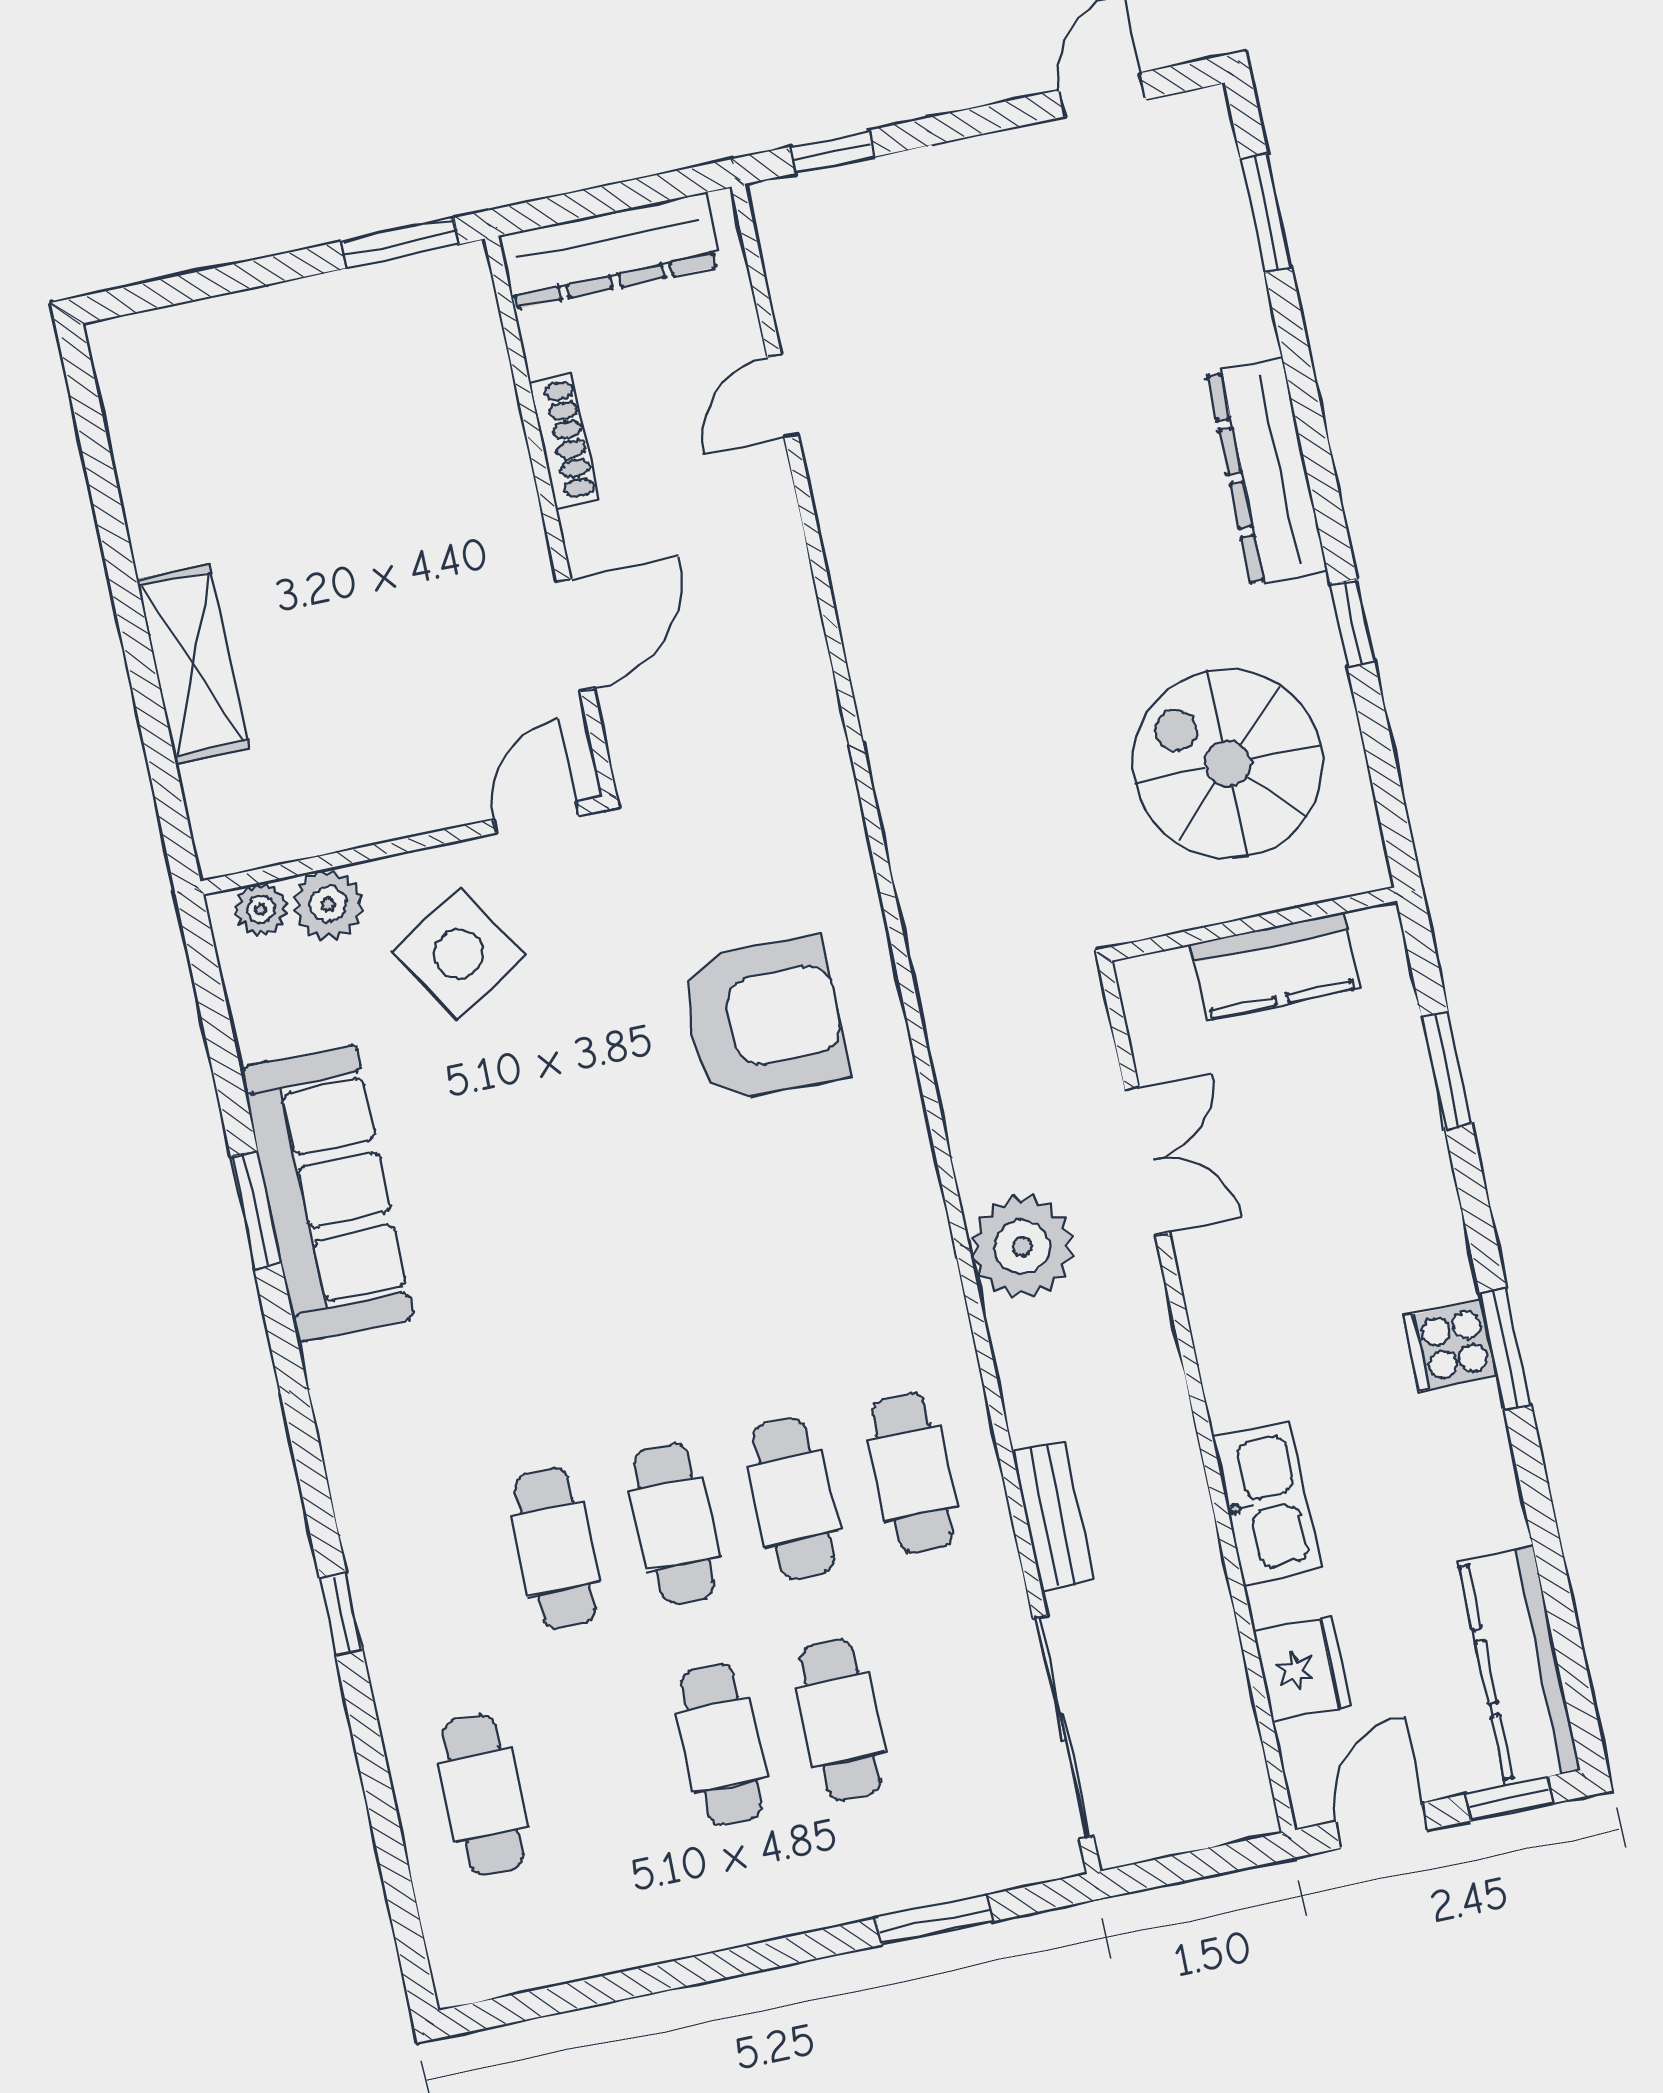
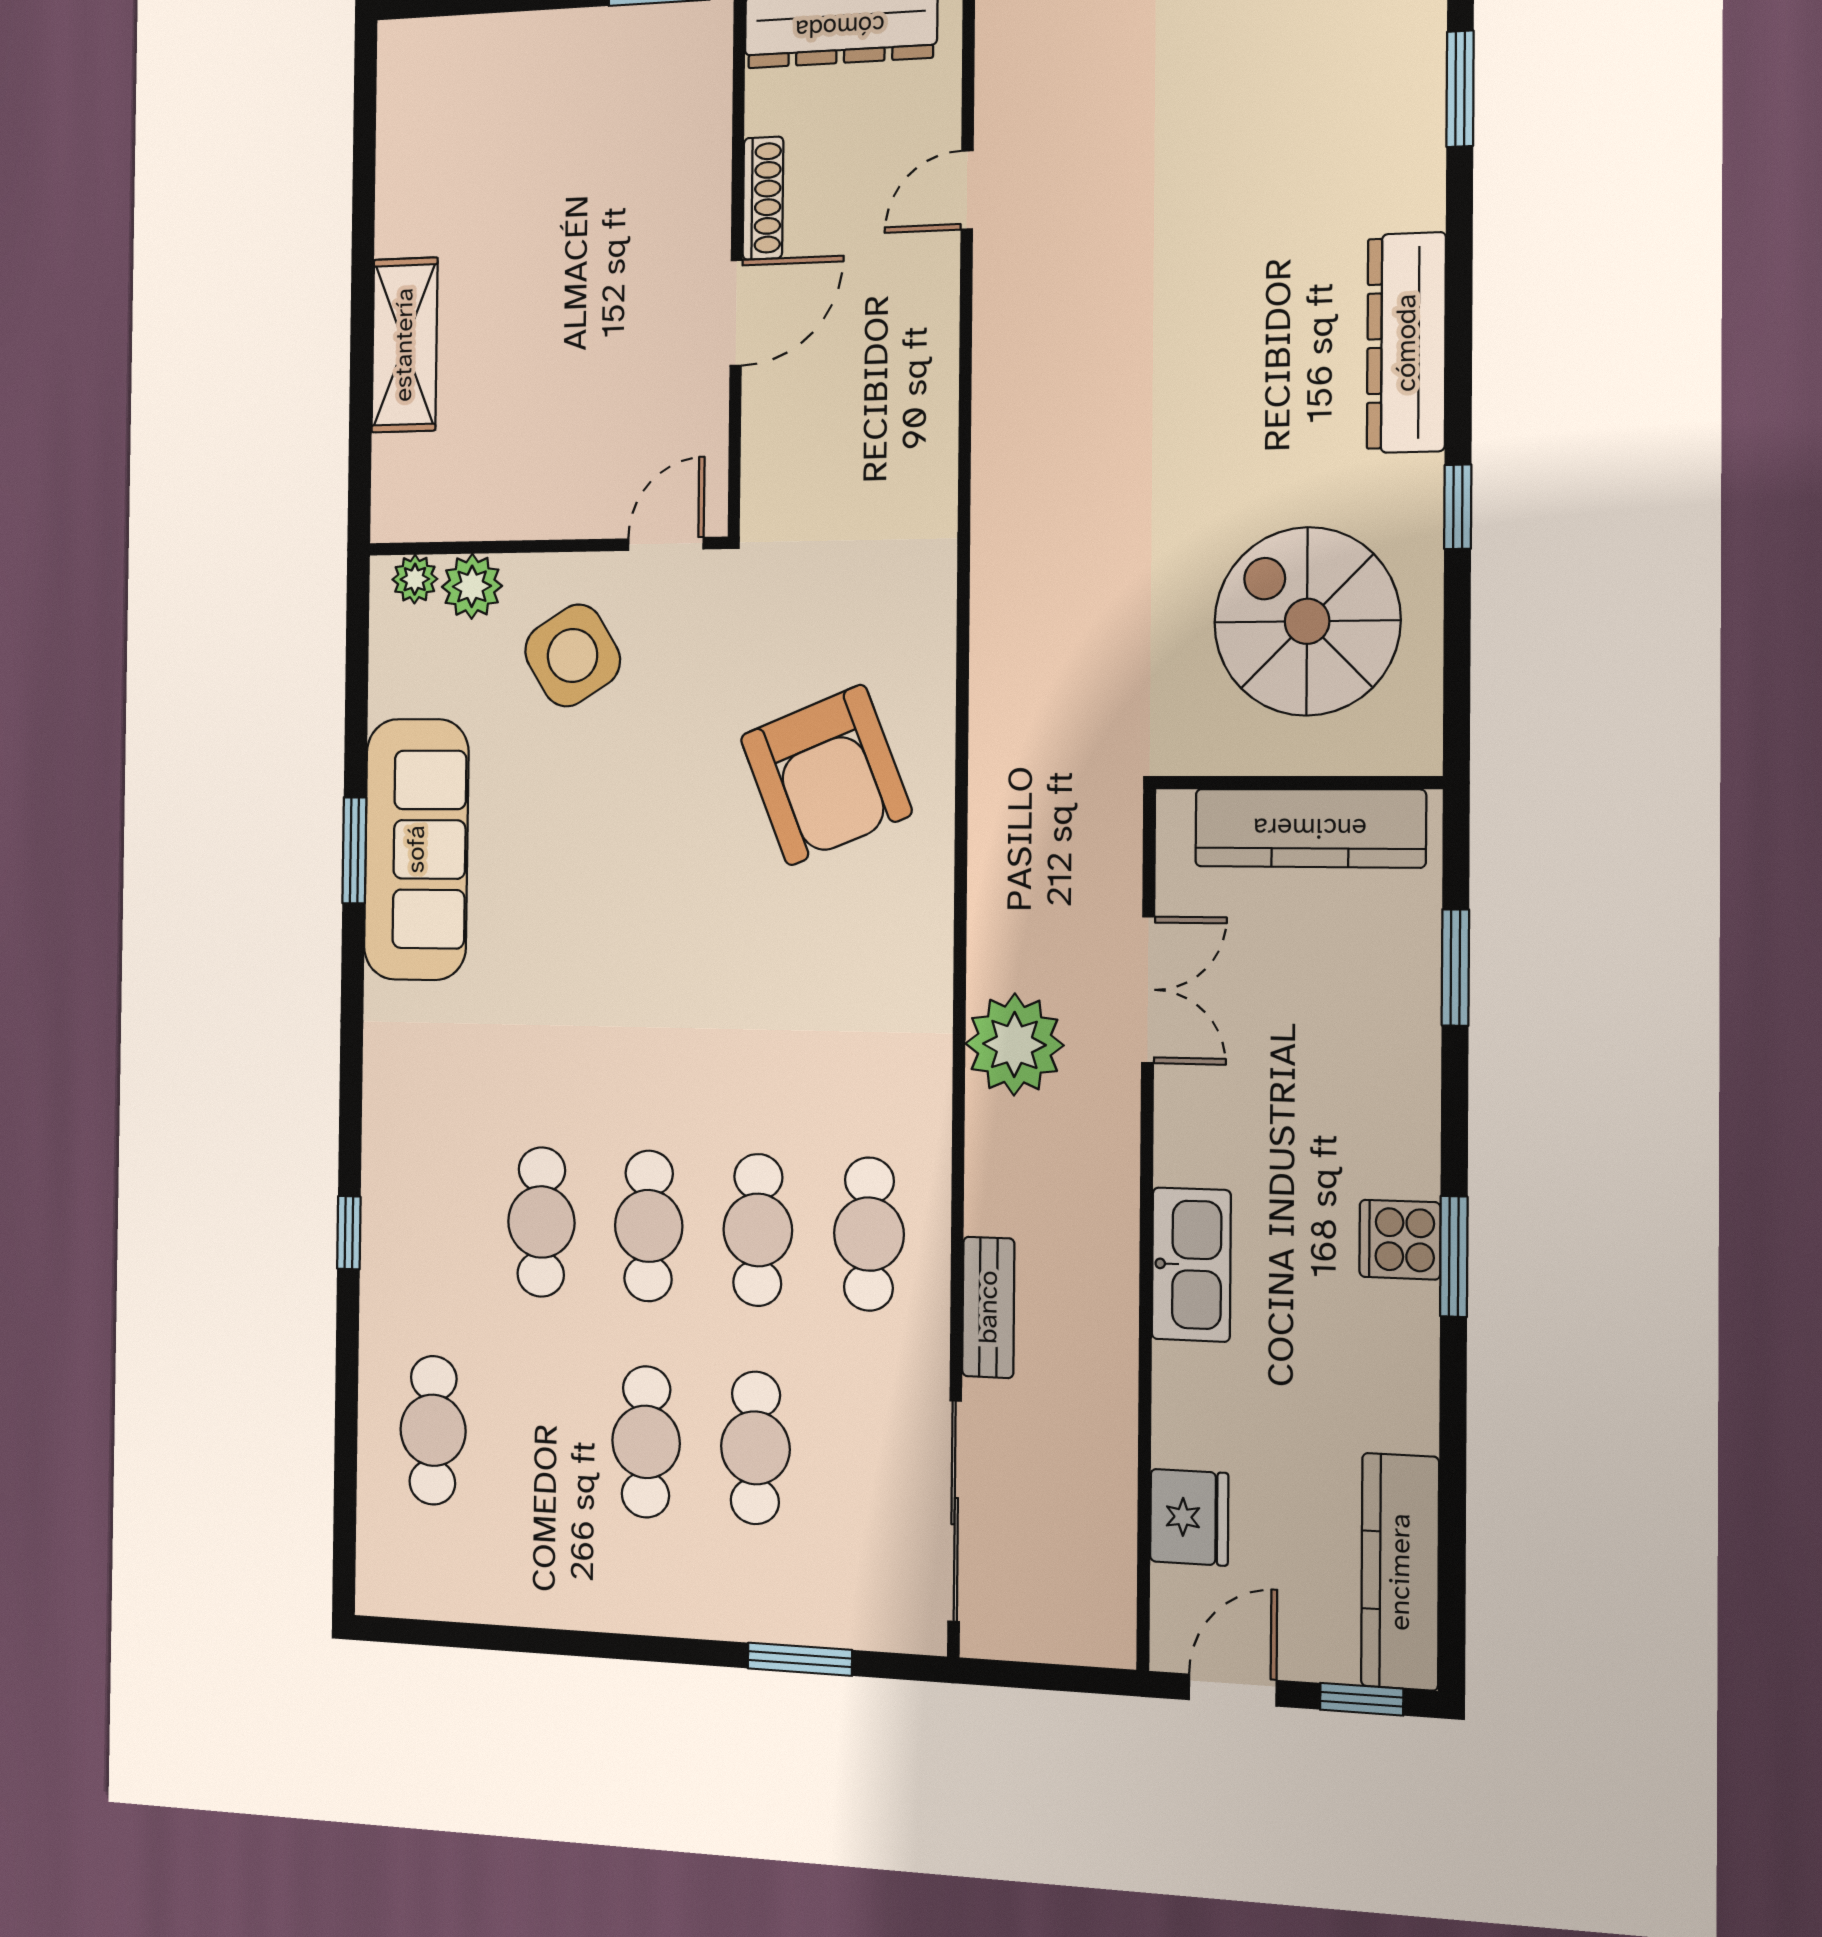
door: (575, 635) -> (736, 313), moved
kitchen counter: (1275, 966) -> (1310, 828), width x1.50
armchair: (764, 1020) -> (826, 775), turned 68
kitchen sink: (1267, 1503) -> (1191, 1265), moved

